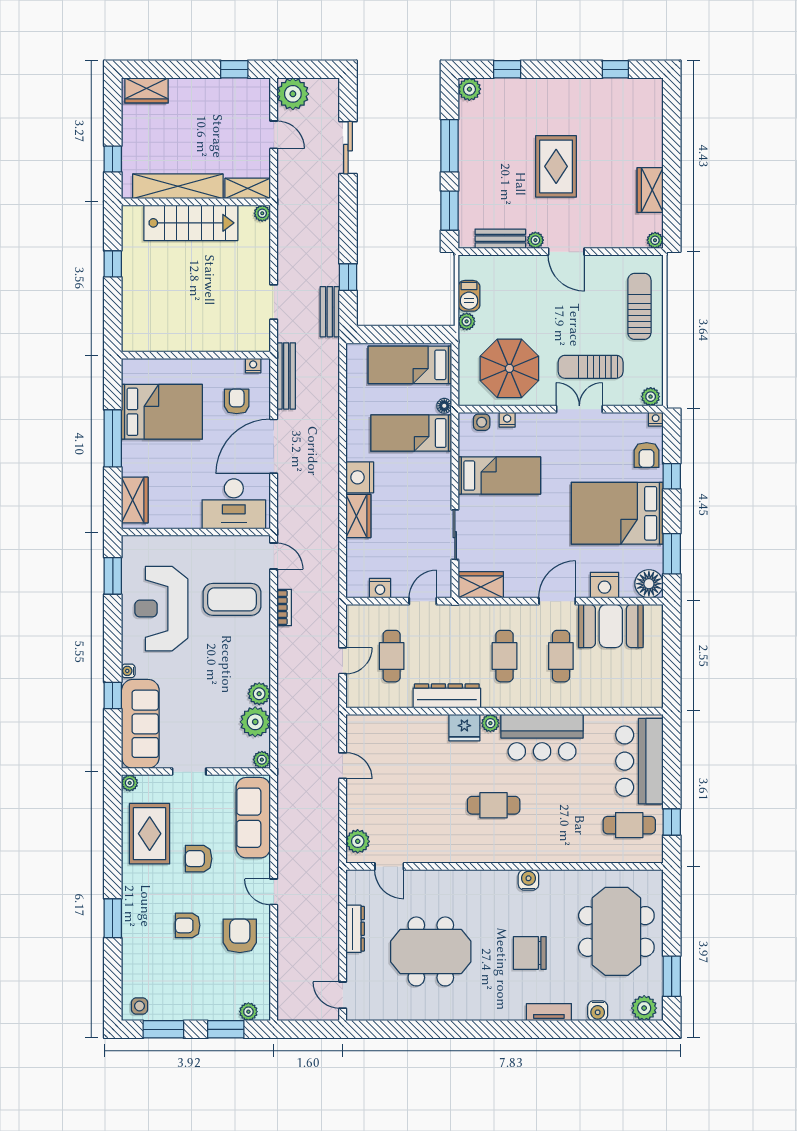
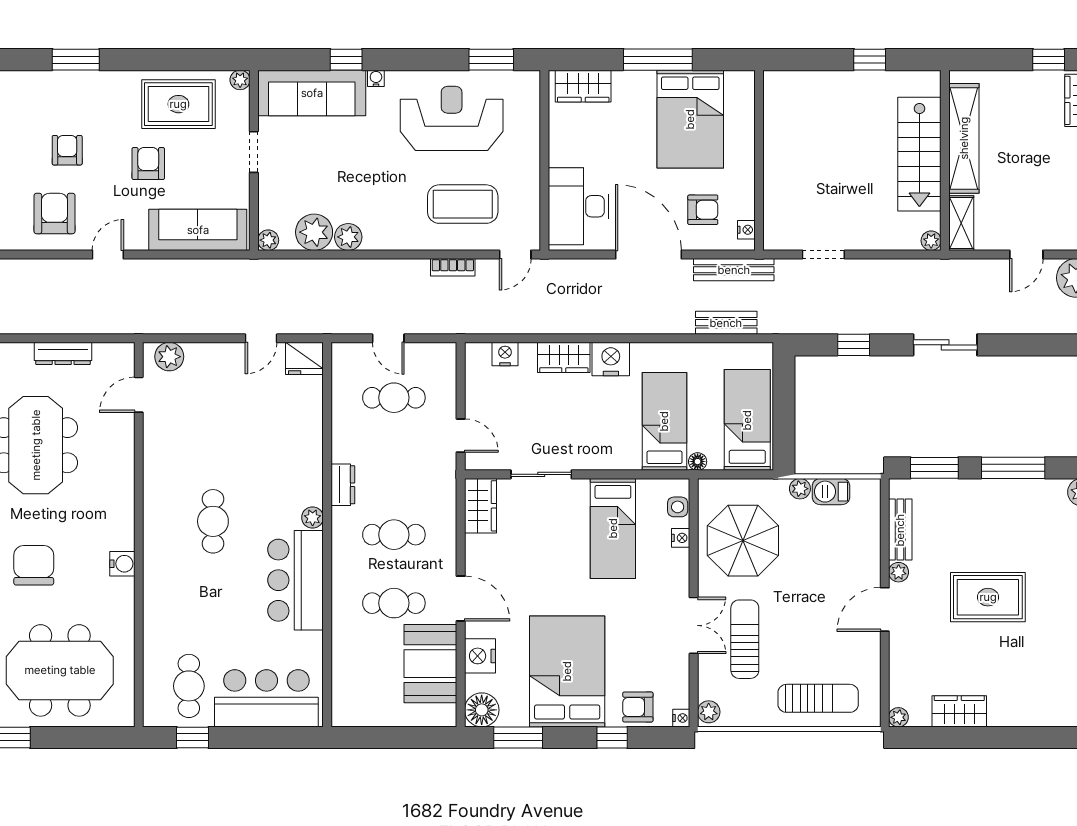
sliding door: (348, 148) -> (945, 345), moved
window: (113, 159) -> (1049, 60), moved
bench: (330, 312) -> (726, 323), moved
nightstand: (380, 588) -> (505, 354), moved, turned 90
coffee table: (232, 599) -> (463, 204), turned 90
dresser: (447, 696) -> (343, 485), width x0.51, depth x0.80
fridge: (464, 728) -> (304, 358), moved, turned -90
armchair: (240, 936) -> (55, 214), turned -90

